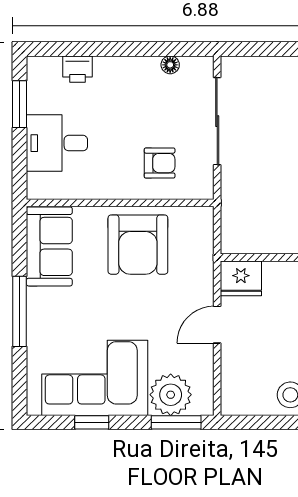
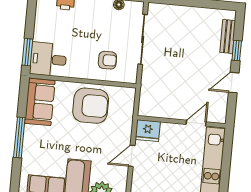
window: (19, 104) -> (27, 52), moved
desk: (57, 143) -> (48, 59), moved
armchair: (138, 245) -> (91, 106), turned -90

